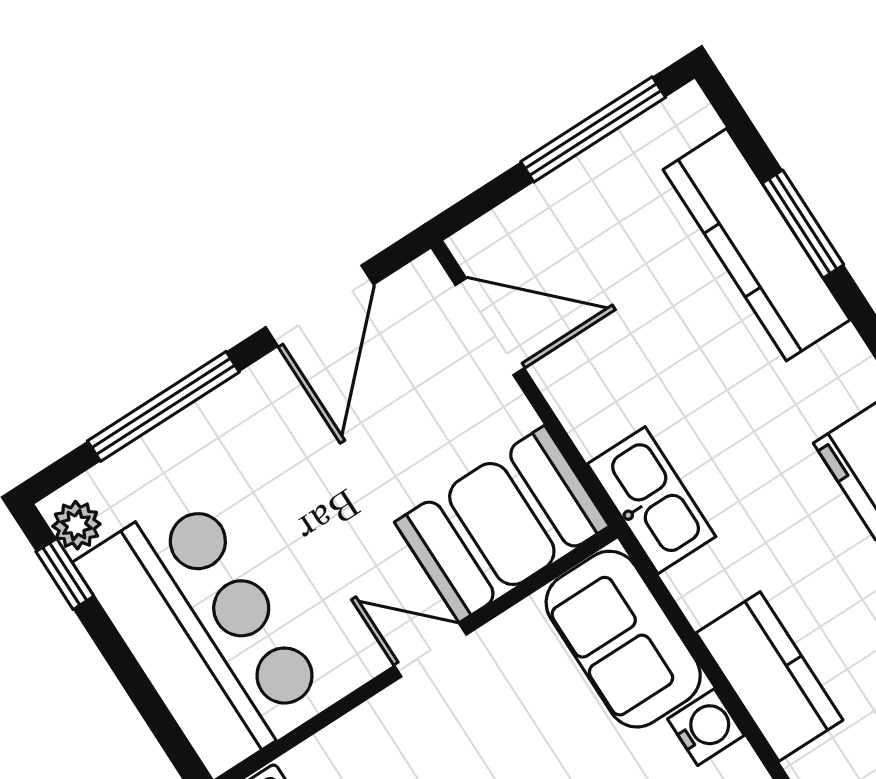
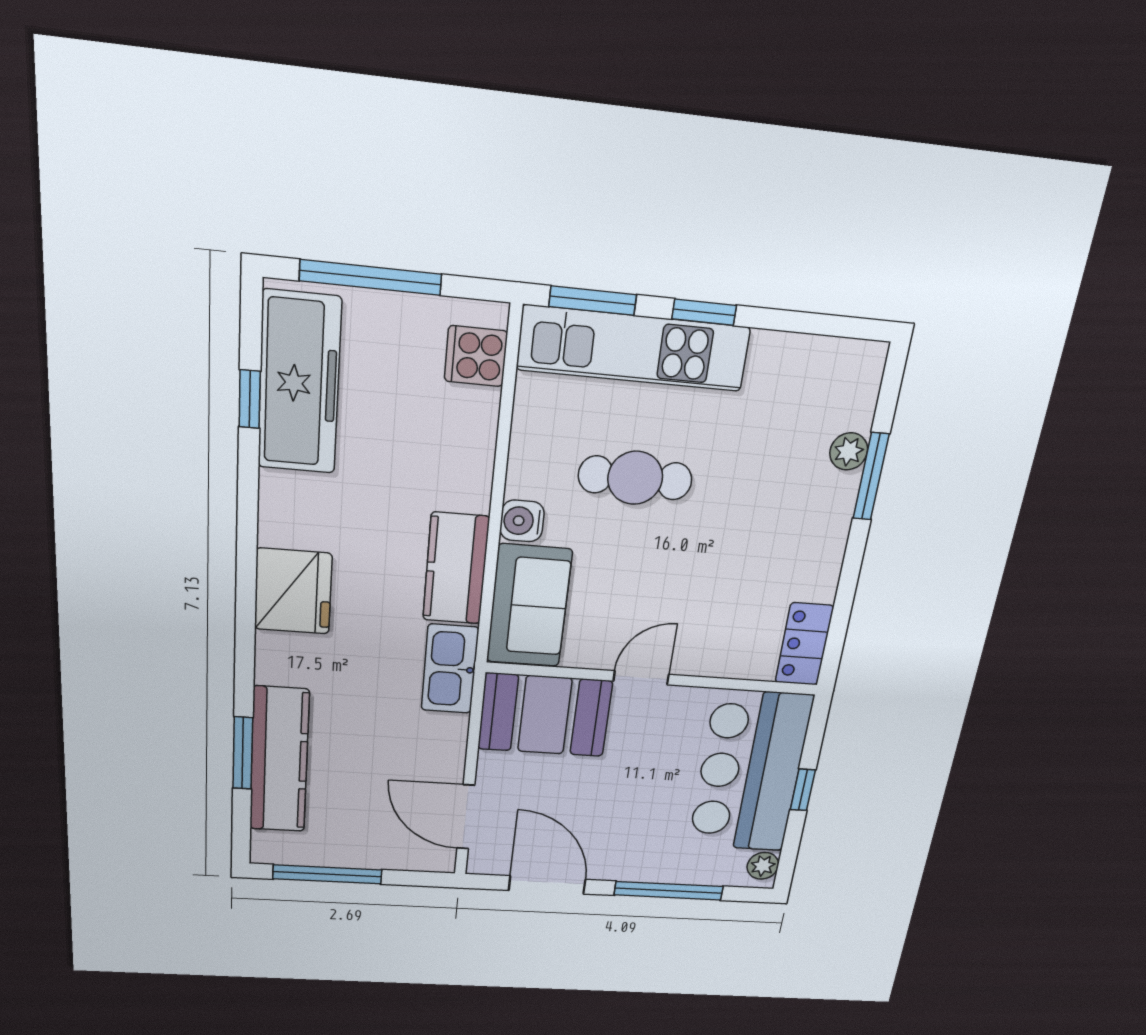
door: (320, 306) -> (547, 885), hinge flipped
window: (65, 574) -> (803, 790), moved
door: (430, 650) -> (641, 678), swing flipped
kitchen counter: (770, 677) -> (456, 569), moved

